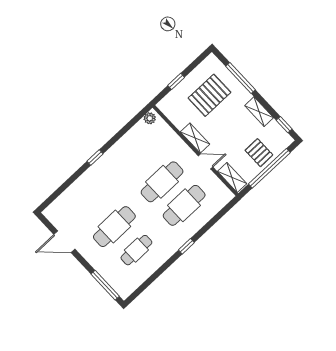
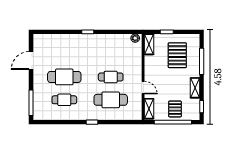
pallet: (210, 95) -> (177, 55), turned 90
shelving: (195, 138) -> (149, 44), moved
cafe table: (162, 182) -> (111, 77), width x0.73, depth x0.74
door: (64, 242) -> (31, 61), hinge flipped

